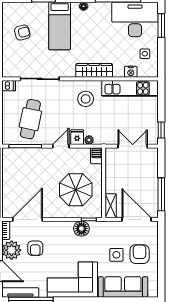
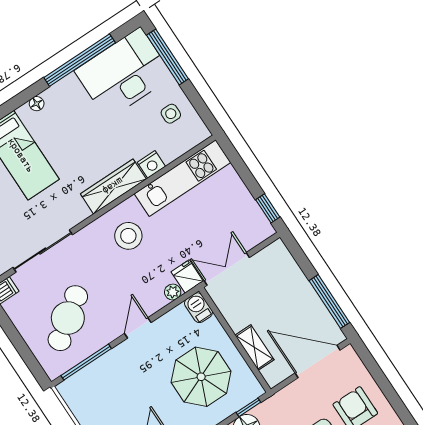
window: (161, 25) -> (168, 57), width x1.44
nightstand: (131, 72) -> (151, 164), moved
cafe table: (30, 119) -> (68, 318), turned 42
fridge: (77, 137) -> (187, 276), moved
double door: (133, 146) -> (227, 269), moved
shelving: (111, 206) -> (254, 348), moved

